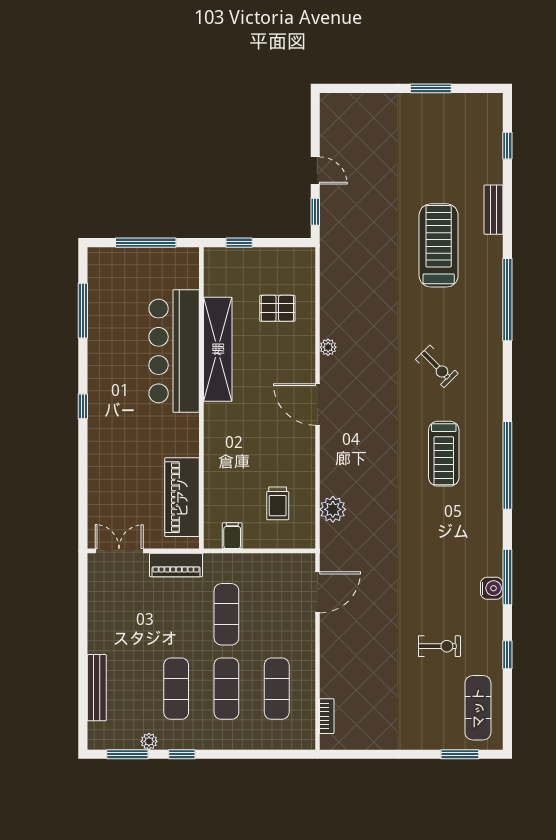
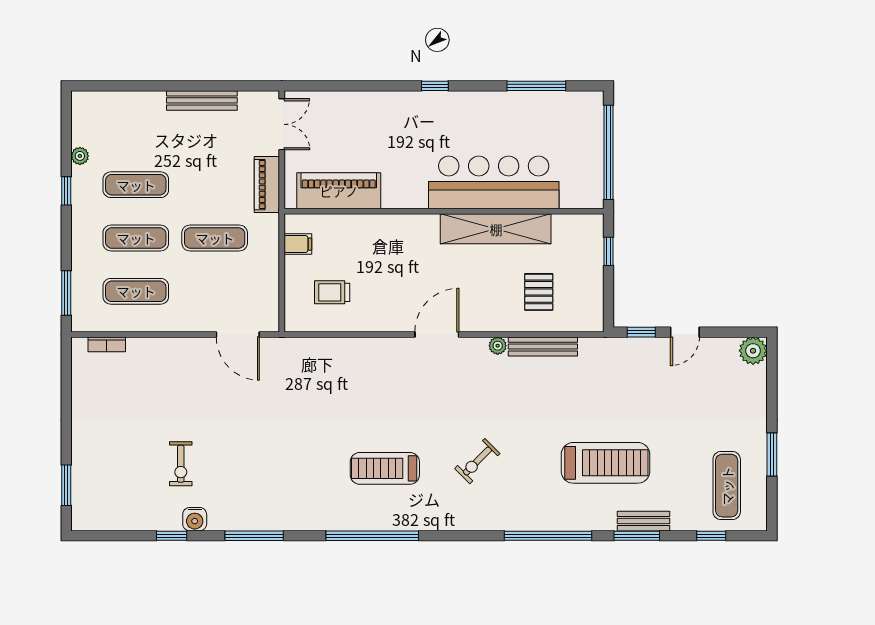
window: (507, 216) -> (637, 536), added
window: (146, 243) -> (609, 152), width x1.46
bench: (329, 305) -> (543, 347), added
plant: (333, 509) -> (753, 351), moved
water cooler: (492, 588) -> (195, 519), moved
bench: (97, 688) -> (202, 100), moved
exercise mat: (478, 708) -> (727, 486), moved, turned 90
window: (127, 754) -> (66, 293), moved

